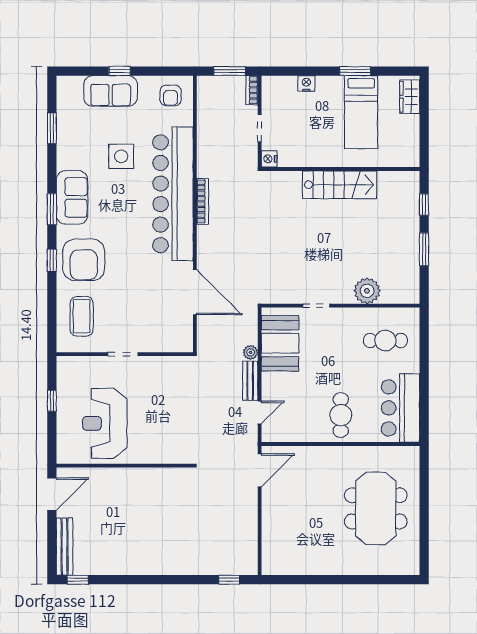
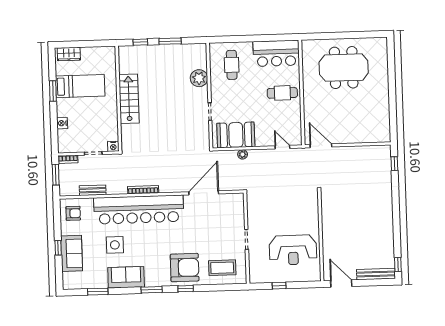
sofa: (72, 197) -> (126, 277), moved
bench: (250, 381) -> (93, 190), moved

